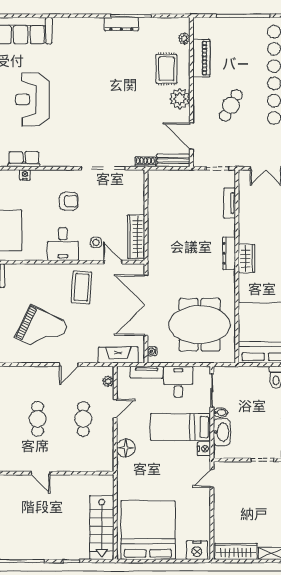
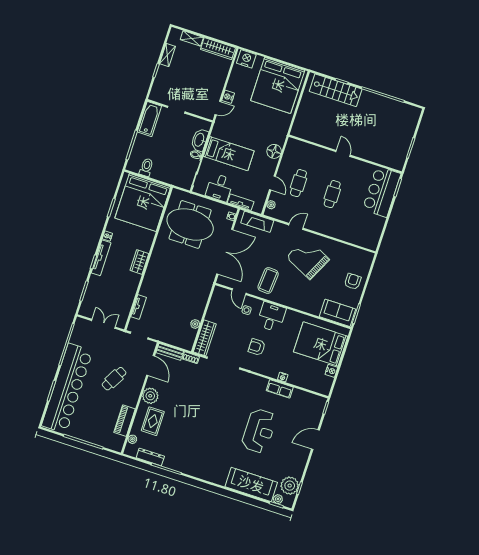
dresser: (121, 24) -> (150, 457), moved
plant: (153, 205) -> (195, 324), added
wardrobe: (136, 237) -> (205, 338), moved
dresser: (229, 253) -> (151, 270), removed
door: (115, 408) -> (272, 183), swing flipped
nightstand: (204, 449) -> (228, 97), moved
stairs: (102, 528) -> (336, 90), moved, turned 90

